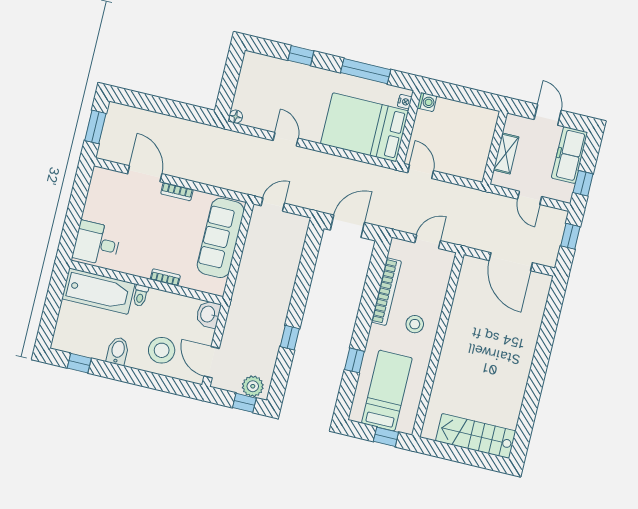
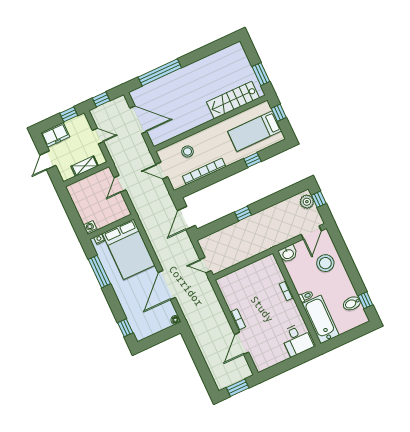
window: (301, 56) -> (125, 328), moved
door: (286, 139) -> (167, 285), width x1.88
freezer: (570, 155) -> (55, 135), width x0.71
door: (421, 172) -> (120, 184), moved
door: (530, 198) -> (98, 136), hinge flipped
door: (347, 226) -> (186, 218), hinge flipped
sofa: (221, 238) -> (244, 278), removed
door: (511, 262) -> (138, 120), hinge flipped
stool: (415, 324) -> (188, 151), moved
window: (547, 332) -> (160, 72), added
window: (290, 338) -> (243, 214), moved
bidet: (118, 351) -> (352, 303), moved
stairs: (476, 436) -> (233, 100), moved, turned 90
window: (449, 452) -> (261, 74), added

